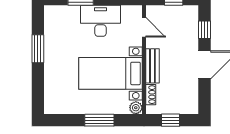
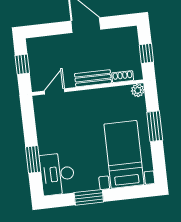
desk: (100, 21) -> (57, 174), moved
window: (204, 30) -> (50, 29), removed
bed with nightstands: (111, 73) -> (124, 154), moved, turned 180

